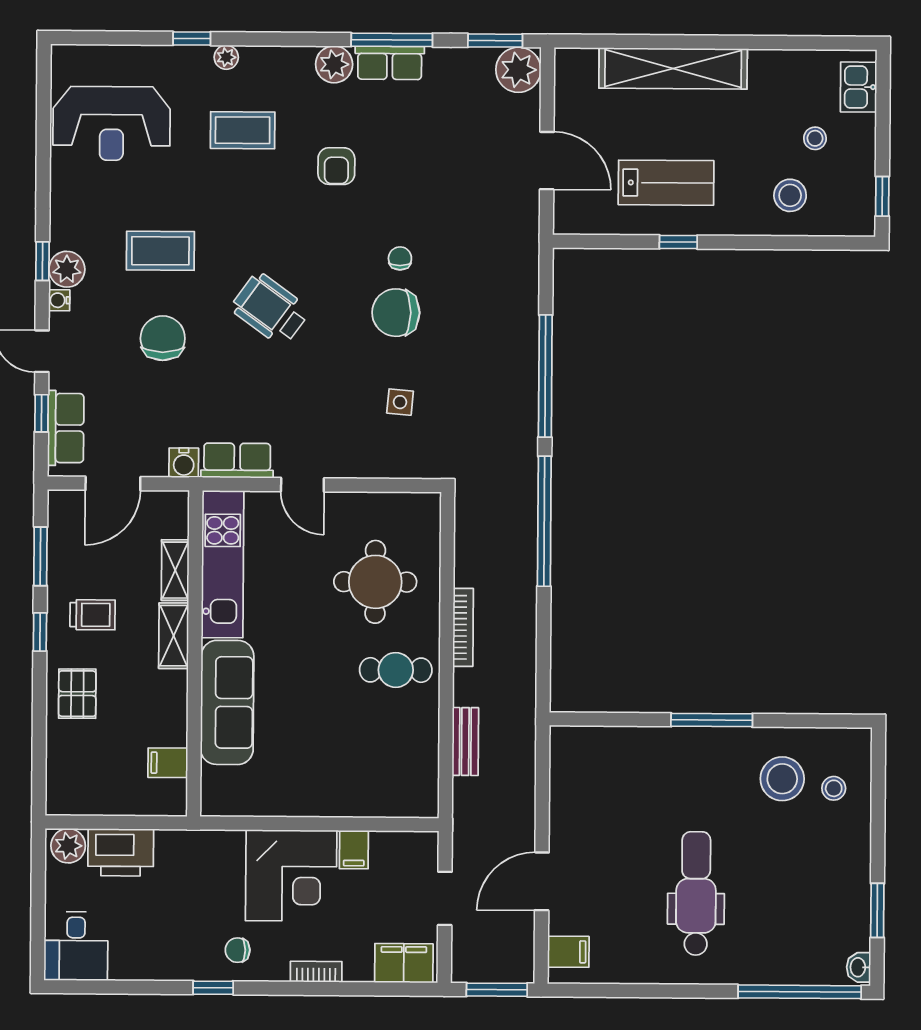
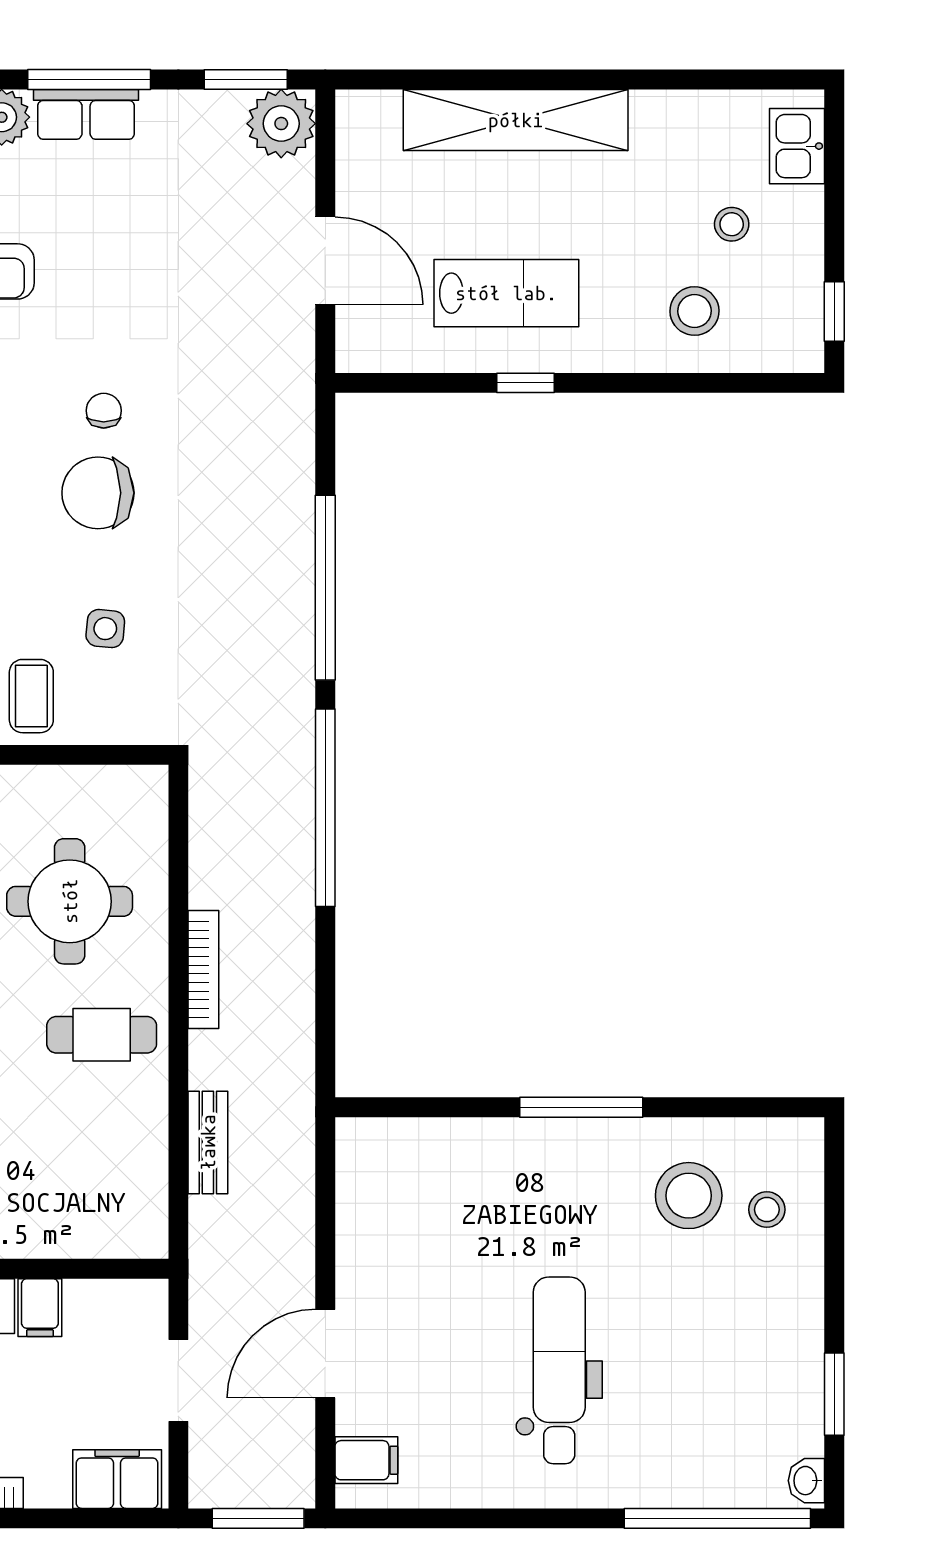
coffee table: (351, 446) -> (31, 696), added

